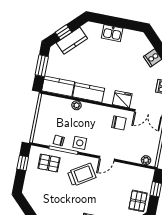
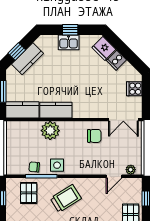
window: (116, 22) -> (70, 30), added
fridge: (122, 99) -> (104, 48), moved, turned -135
plant: (77, 105) -> (50, 131), width x1.88, depth x1.88
door: (107, 159) -> (114, 176), moved
pallet: (49, 163) -> (29, 193), turned 90

